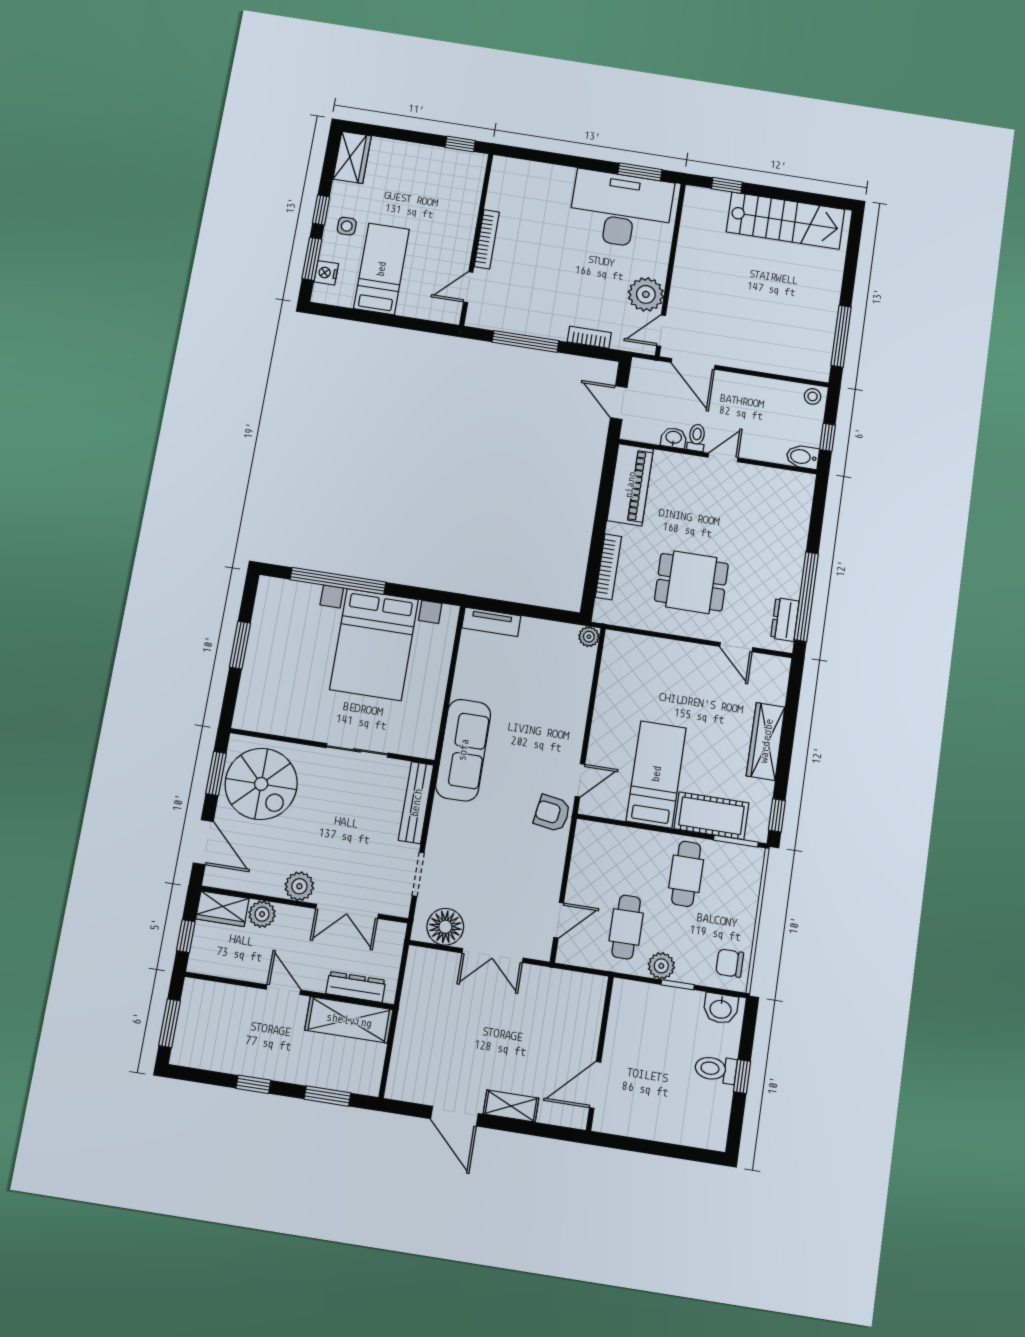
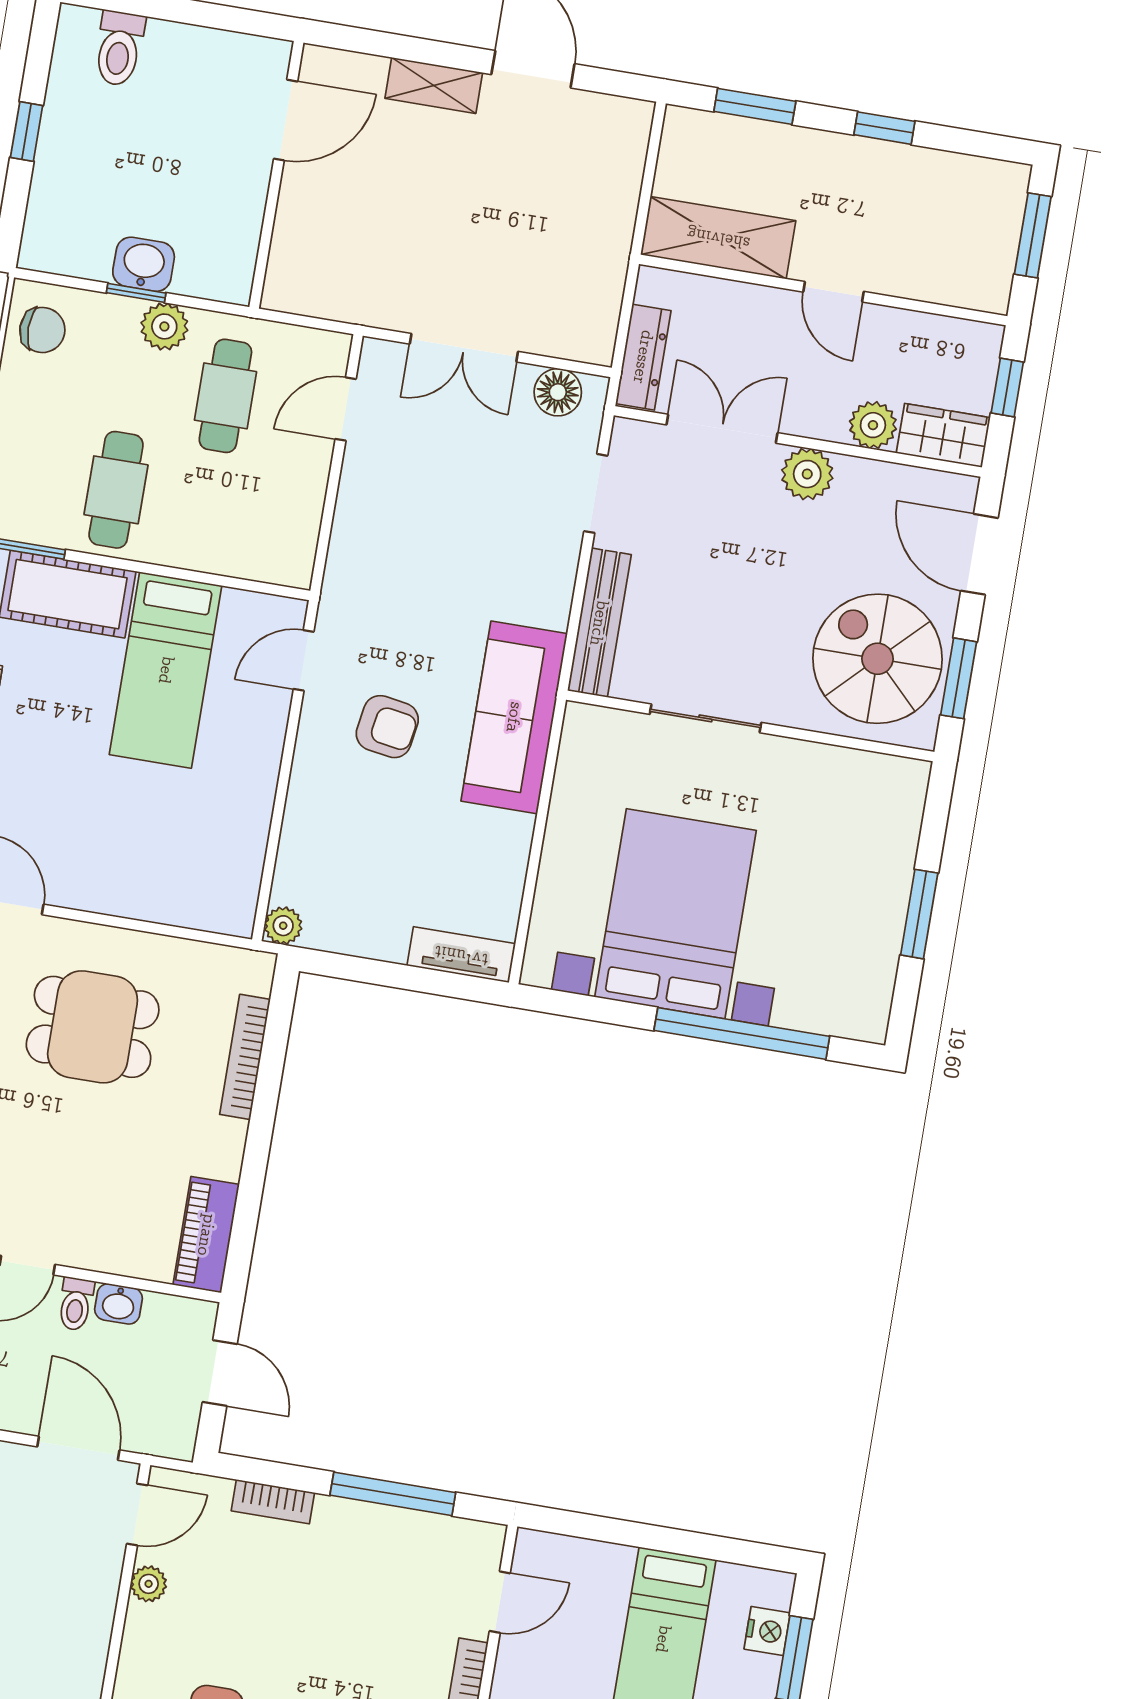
plant: (646, 294) -> (149, 1584), width x0.53, depth x0.53
piano: (630, 485) -> (206, 1235), width x0.73, depth x0.75
armchair: (552, 813) -> (387, 727), moved
floor lamp: (445, 927) -> (558, 392), width x0.73, depth x0.73
double door: (493, 956) -> (464, 348), swing flipped
dresser: (356, 987) -> (643, 357), moved, turned -90
washbasin: (721, 1008) -> (144, 264), moved
toilet: (716, 1069) -> (119, 48), moved, turned 90

